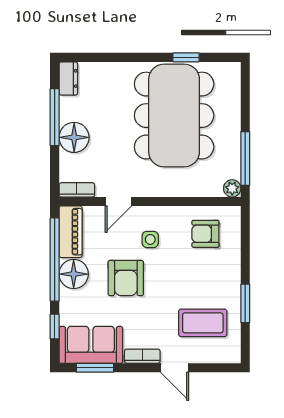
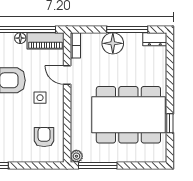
floor lamp: (74, 274) -> (20, 38), width x0.53, depth x0.53

